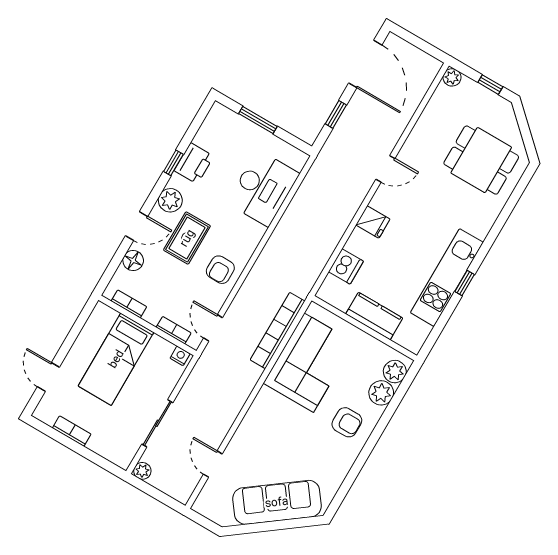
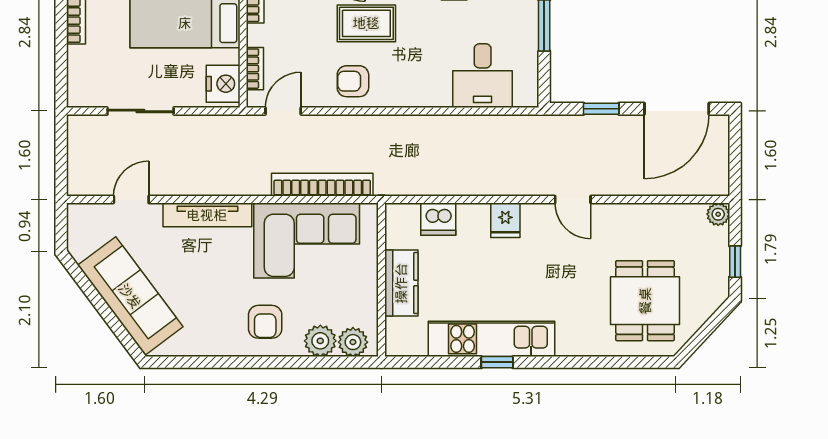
desk: (263, 188) -> (483, 76), width x0.73
nightstand: (180, 356) -> (223, 84), width x1.89, depth x1.79
tv unit: (253, 419) -> (207, 215), added
plant: (142, 471) -> (78, 125), removed

